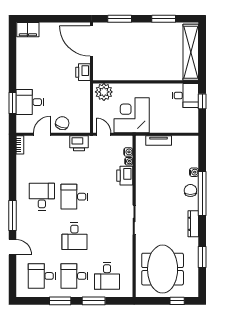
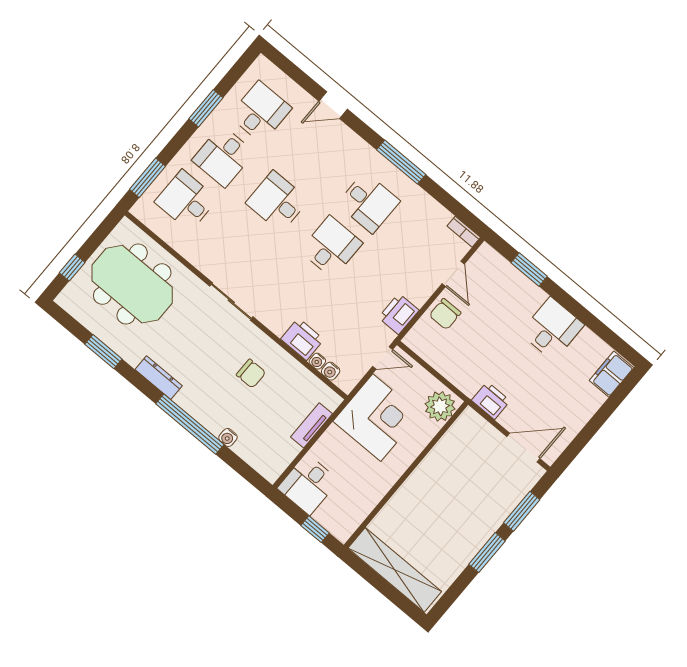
window: (164, 19) -> (487, 553), moved
door: (91, 41) -> (523, 448), width x0.73
desk: (185, 95) -> (308, 484), moved
desk: (30, 102) -> (552, 329), moved
chair: (62, 123) -> (445, 314), turned 72
chair: (190, 190) -> (251, 374), moved
window: (13, 215) -> (401, 162), moved
desk: (74, 276) -> (223, 156), turned 180
window: (94, 301) -> (148, 178), moved

